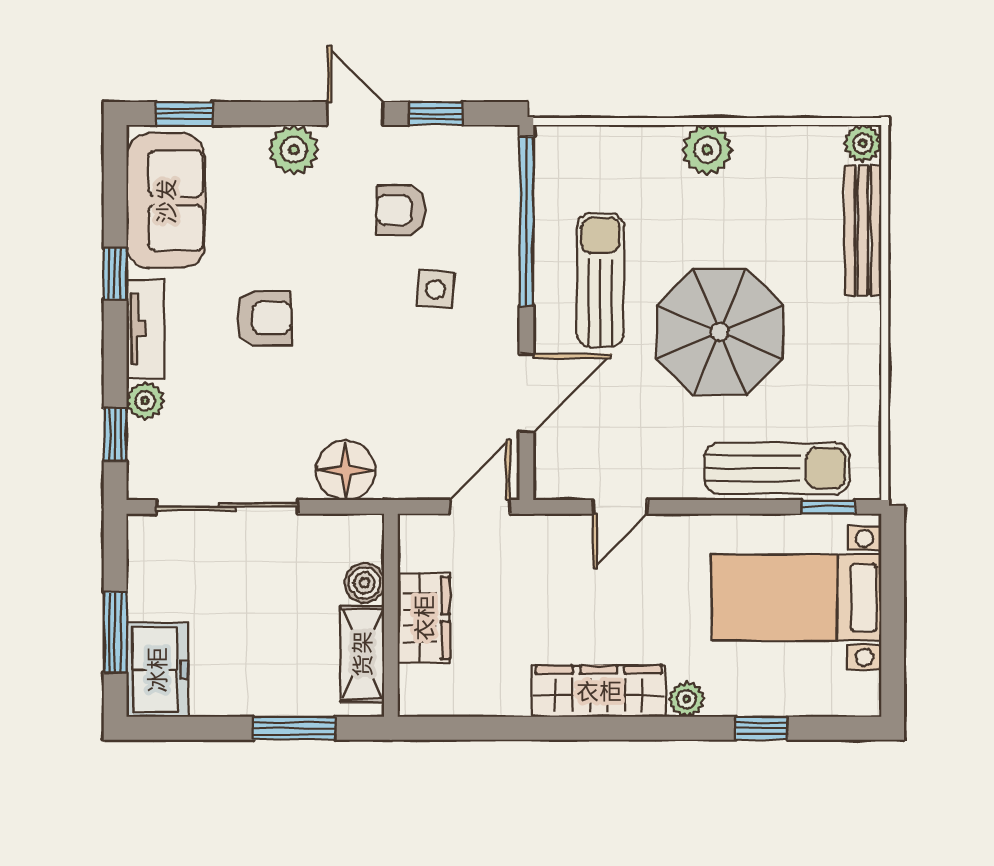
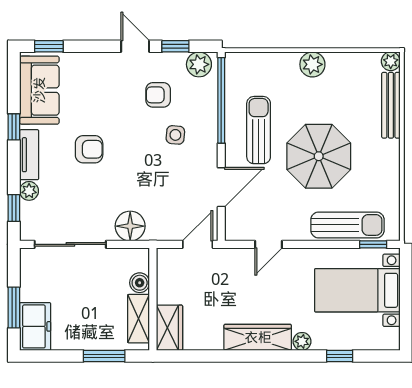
plant: (294, 150) -> (199, 64), moved
wardrobe: (424, 618) -> (169, 328), moved

